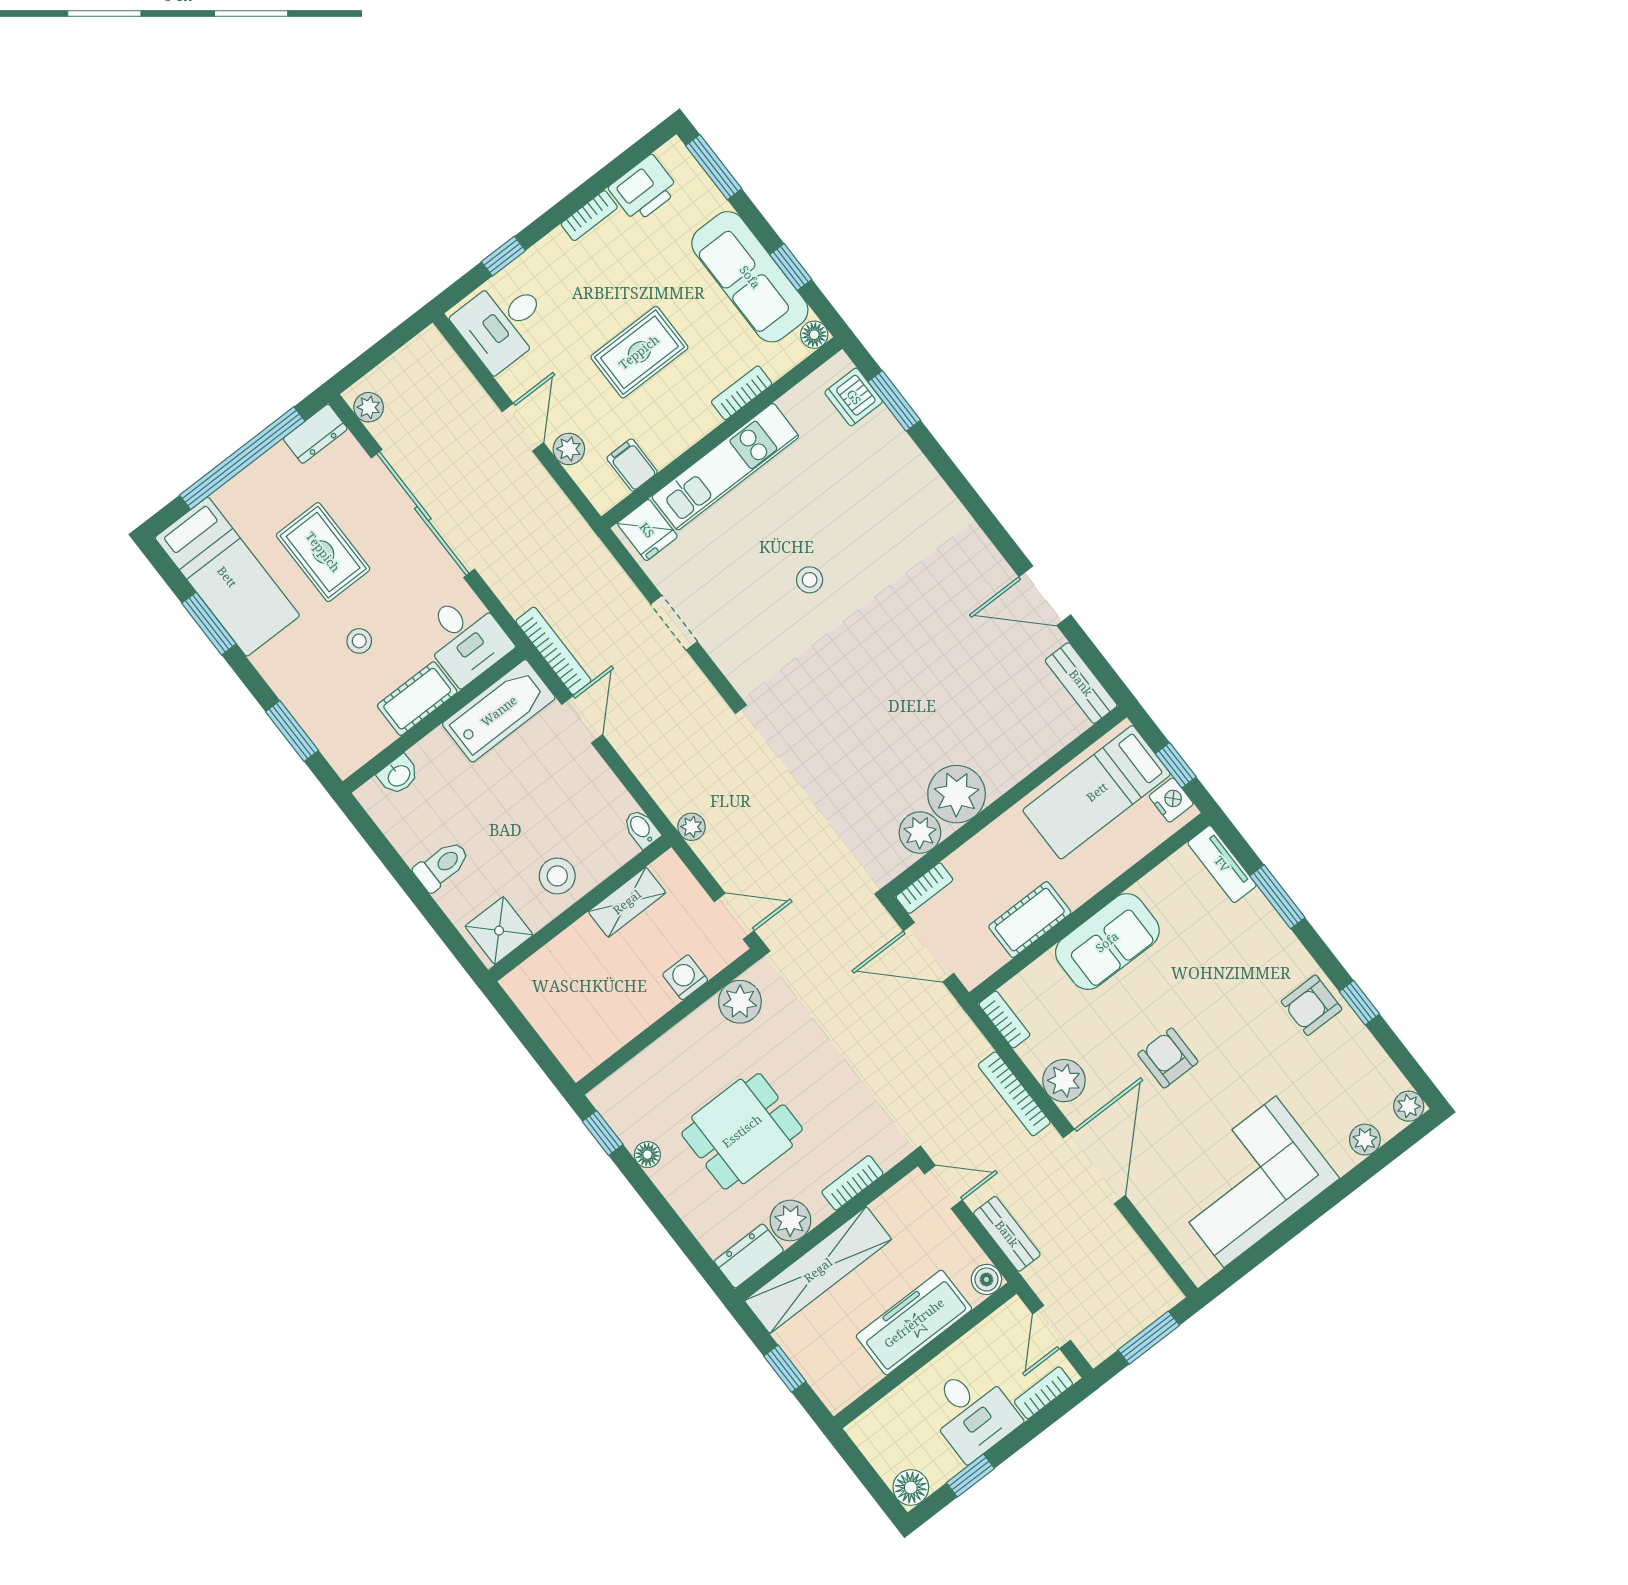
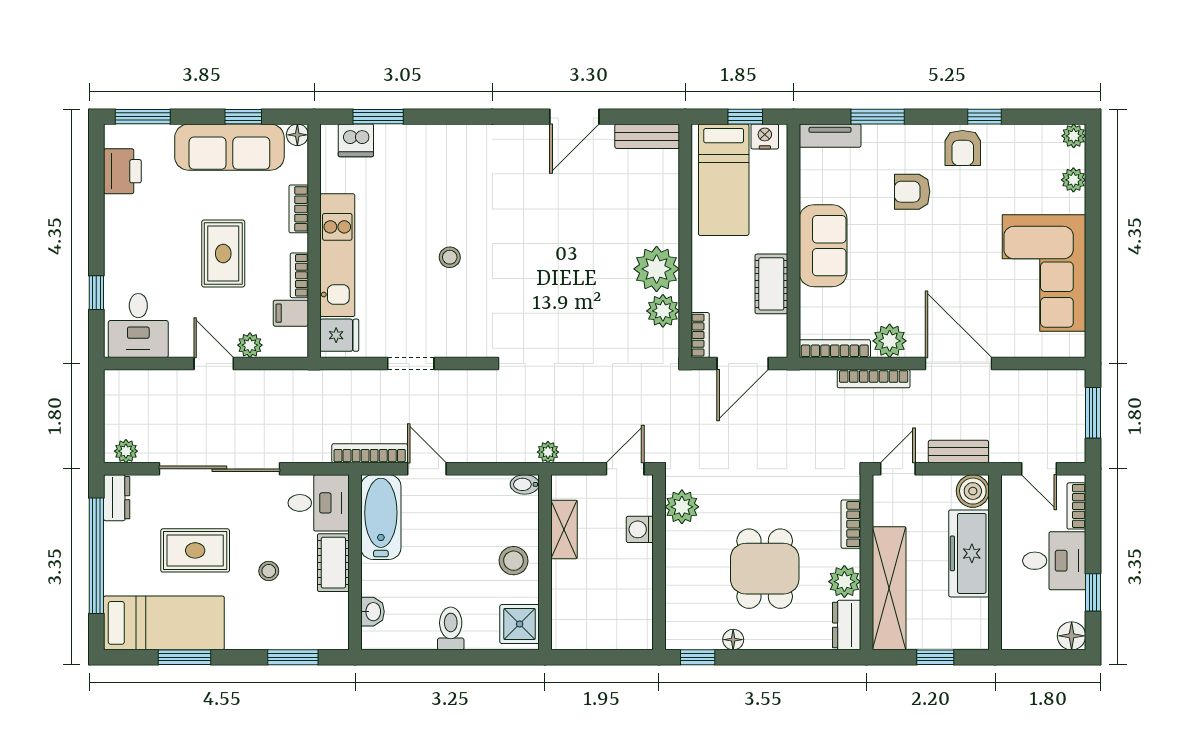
bookcase: (589, 216) -> (299, 275), moved, turned 180
bookcase: (1004, 1020) -> (835, 349), width x1.56
armchair: (1168, 1058) -> (912, 192), moved
boiler: (986, 1279) -> (973, 491), width x1.36, depth x1.36

